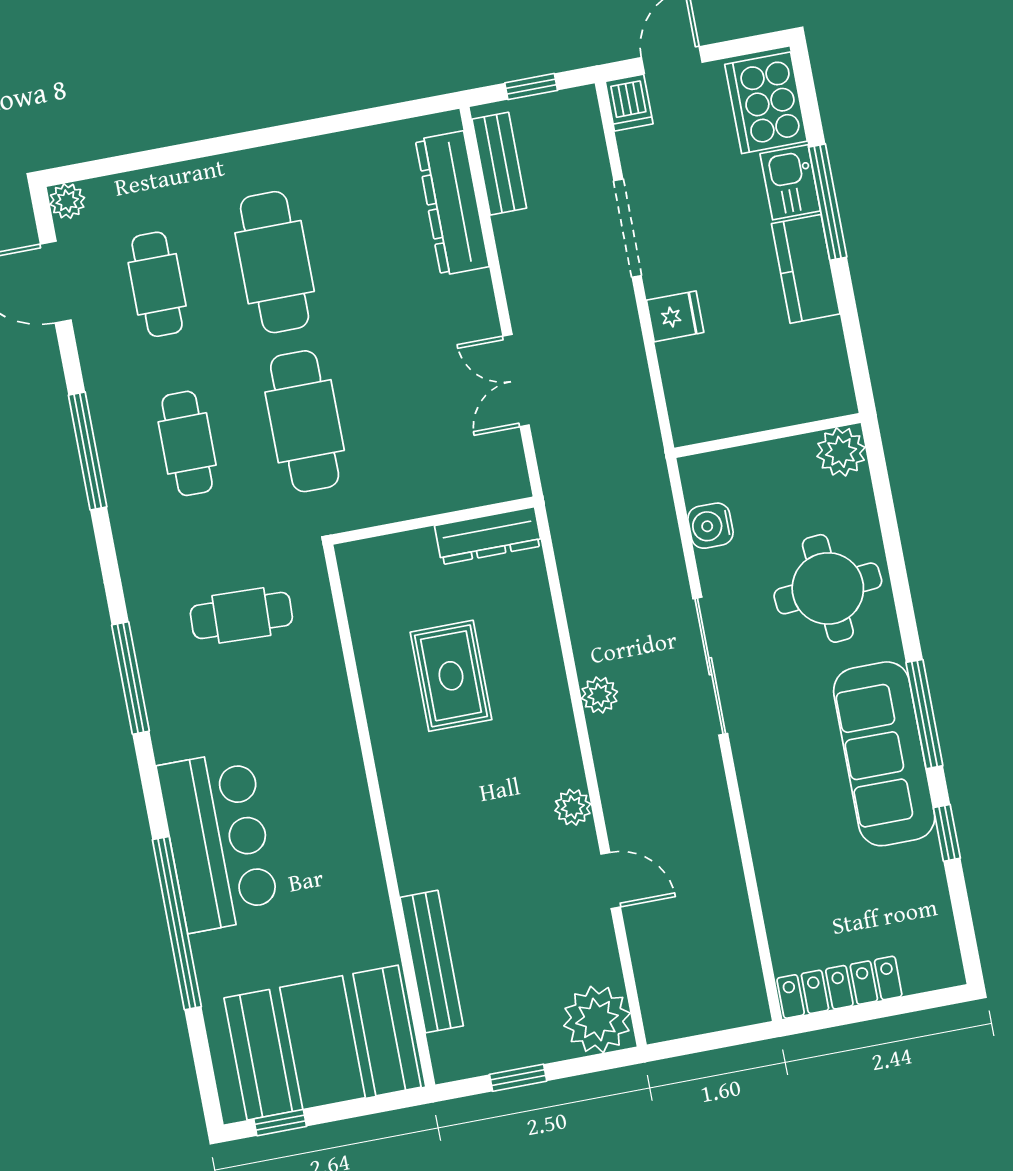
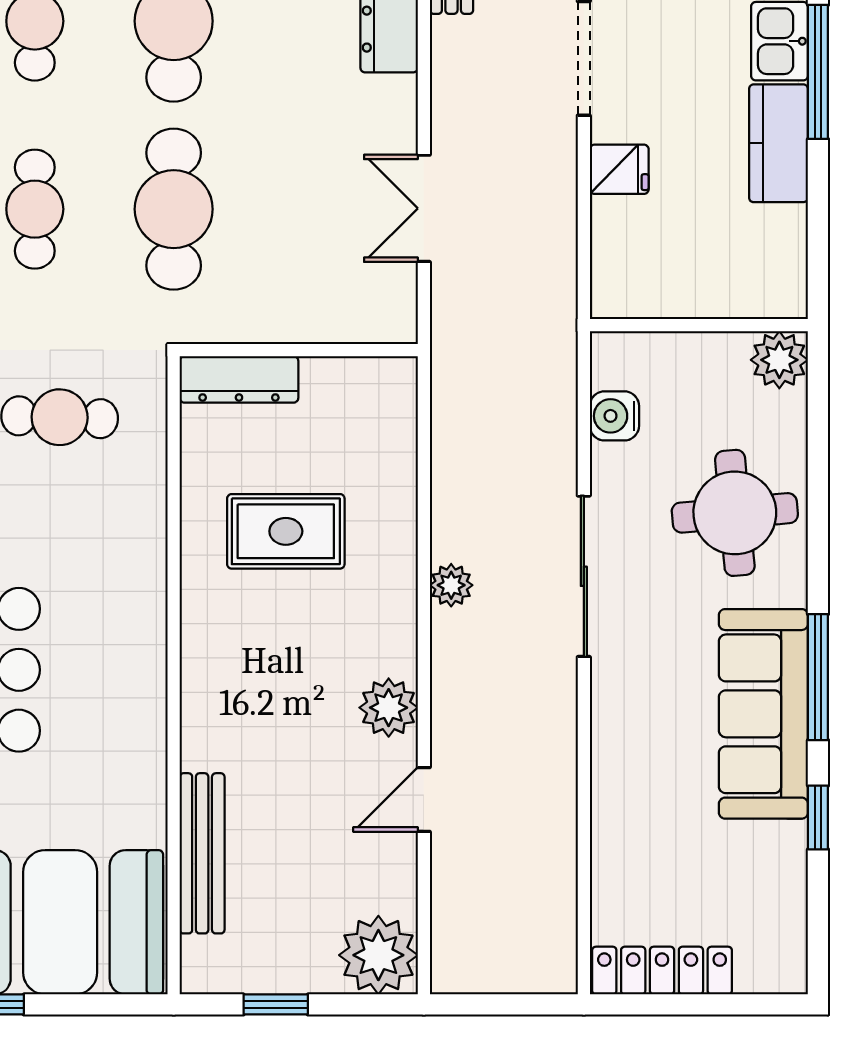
dresser: (488, 536) -> (239, 379), moved
rug: (451, 676) -> (286, 531), turned 90
plant: (573, 807) -> (389, 708), width x1.38, depth x1.38
door: (611, 881) -> (424, 799), swing flipped

